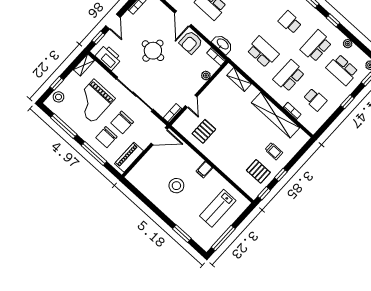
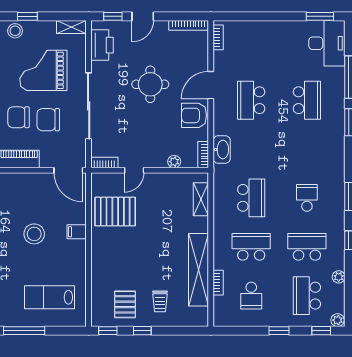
pallet: (204, 131) -> (115, 212), width x1.50, depth x1.42
filing cabinet: (204, 169) -> (77, 232), moved

